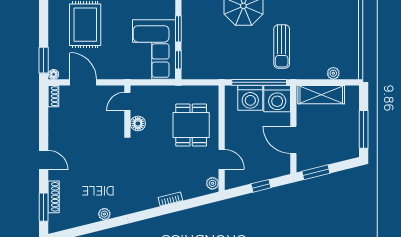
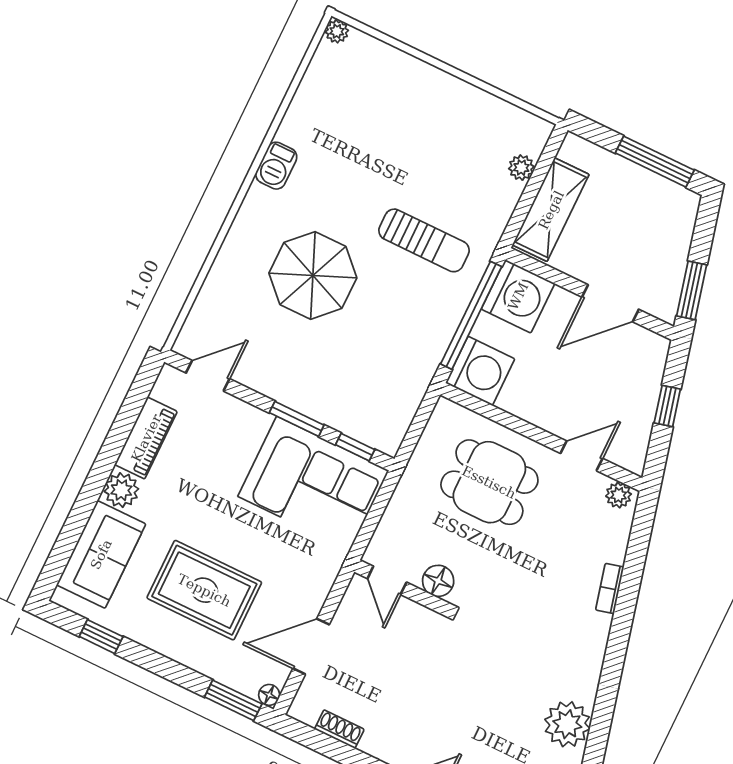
shoe rack: (53, 96) -> (339, 729), moved
washing machine: (250, 98) -> (480, 371), moved
plant: (104, 214) -> (567, 724), width x1.88, depth x1.88

